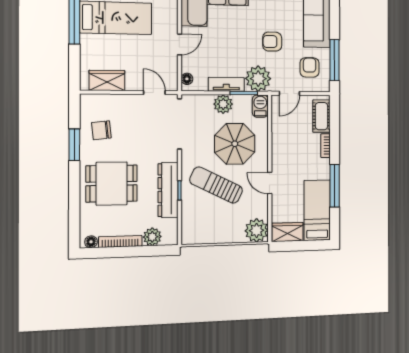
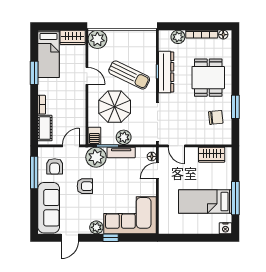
door: (179, 44) -> (157, 171), moved
dining table: (112, 184) -> (208, 78), turned 90
window: (335, 186) -> (34, 73), width x0.69

